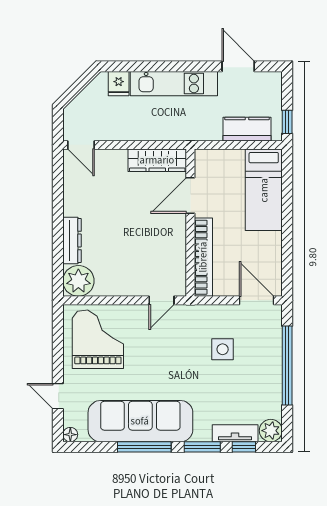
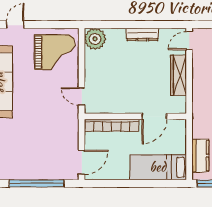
wardrobe: (157, 160) -> (179, 75), moved
door: (190, 195) -> (154, 116), swing flipped
dresser: (72, 240) -> (142, 34), moved
side table: (223, 349) -> (48, 139), removed

